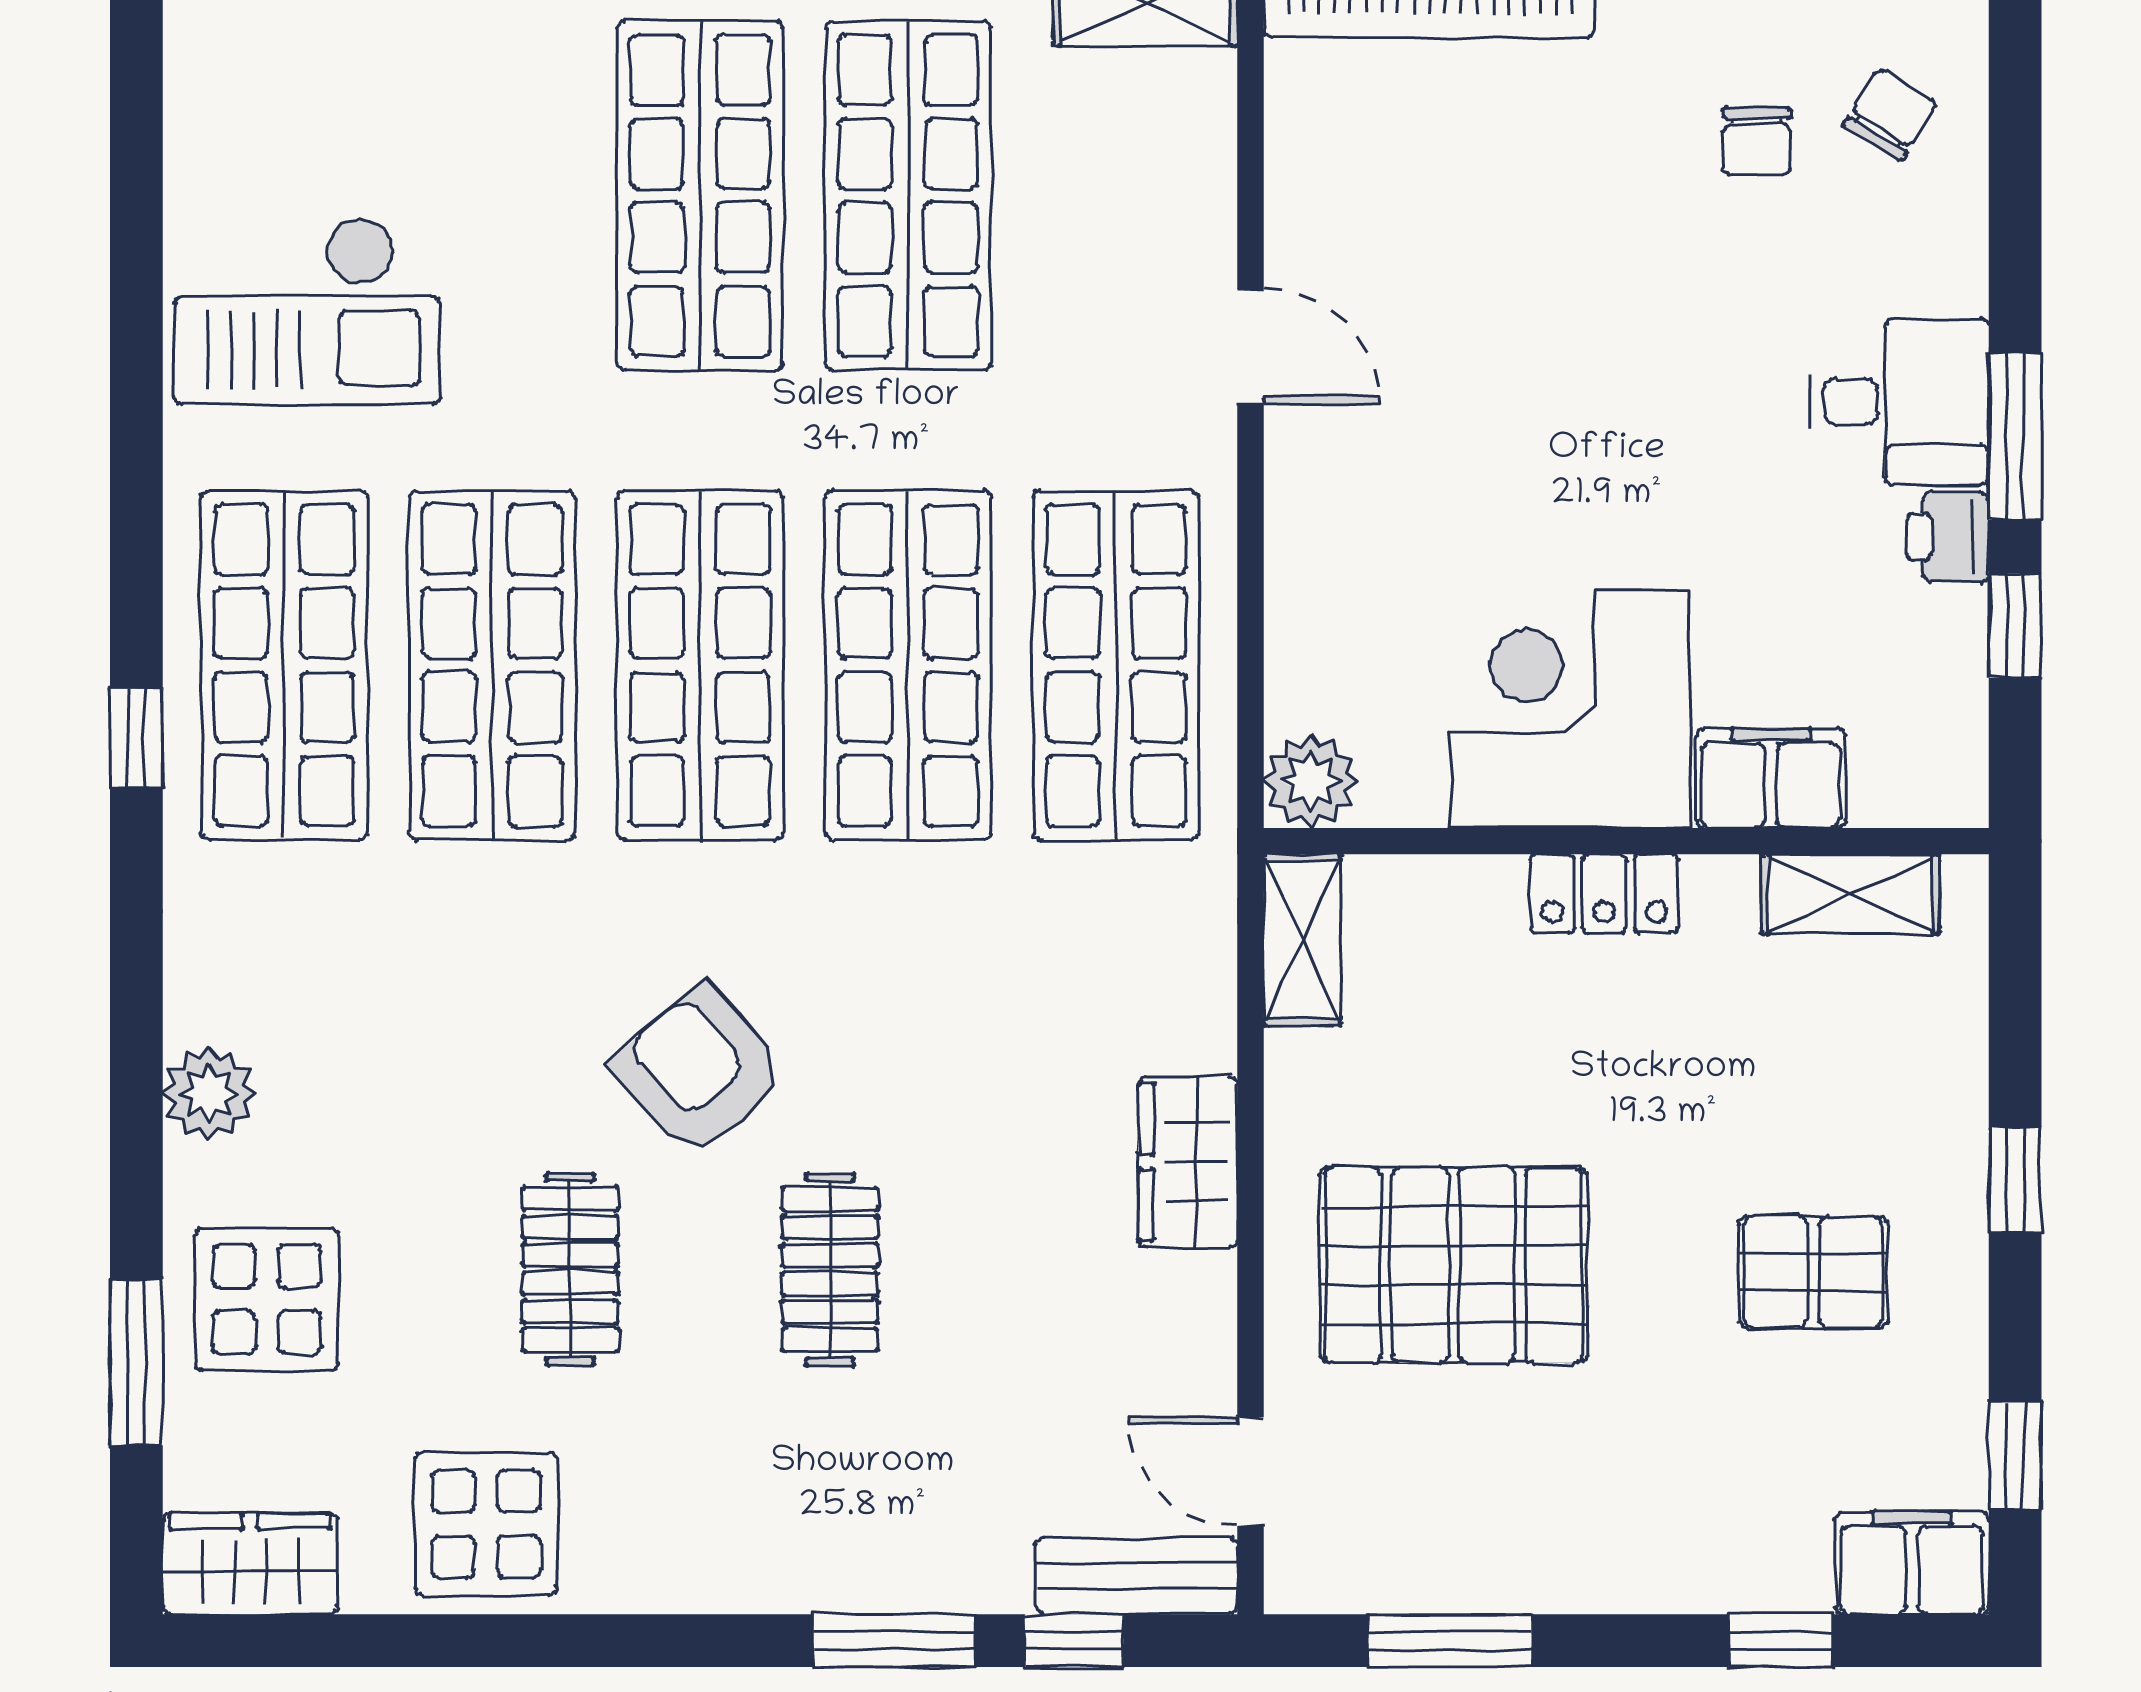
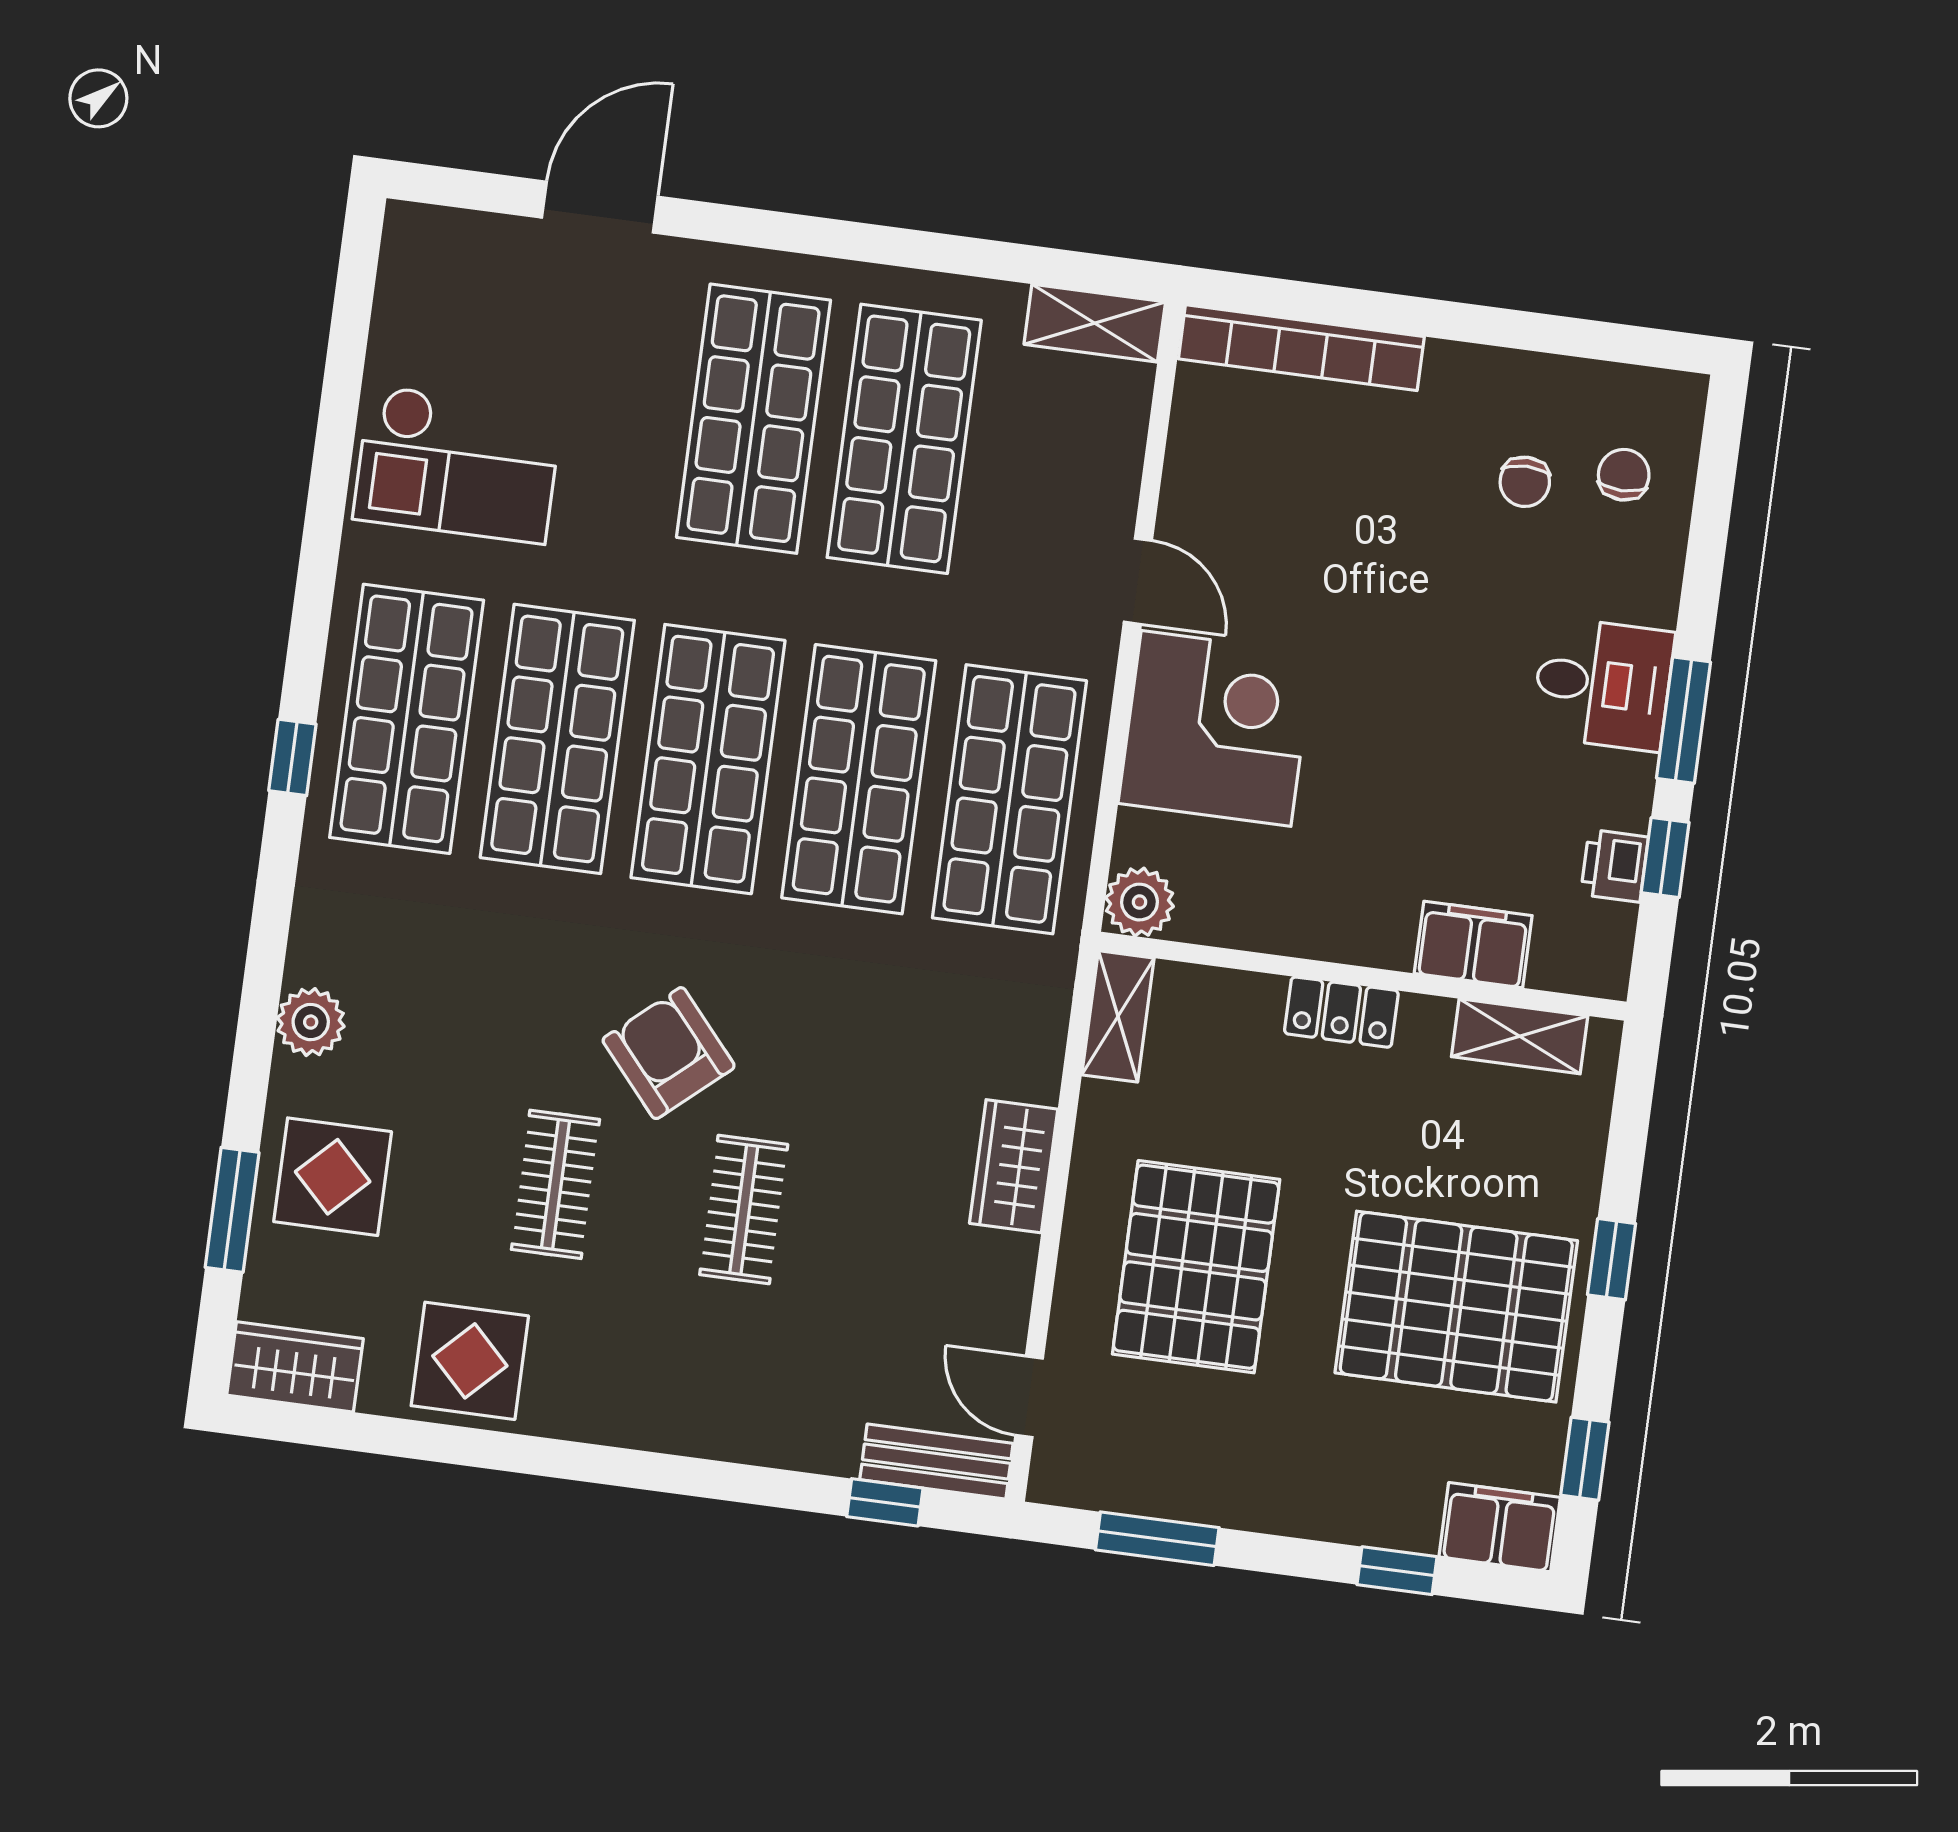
chair: (1890, 114) -> (1624, 475), turned -31
printer: (1948, 537) -> (1614, 866), moved
corner desk: (1570, 709) -> (1216, 728), moved, turned 90
pallet: (1453, 1265) -> (1196, 1267), turned 90
pallet: (1813, 1272) -> (1456, 1307), width x2.05, depth x2.00
window: (894, 1641) -> (755, 1485), removed

